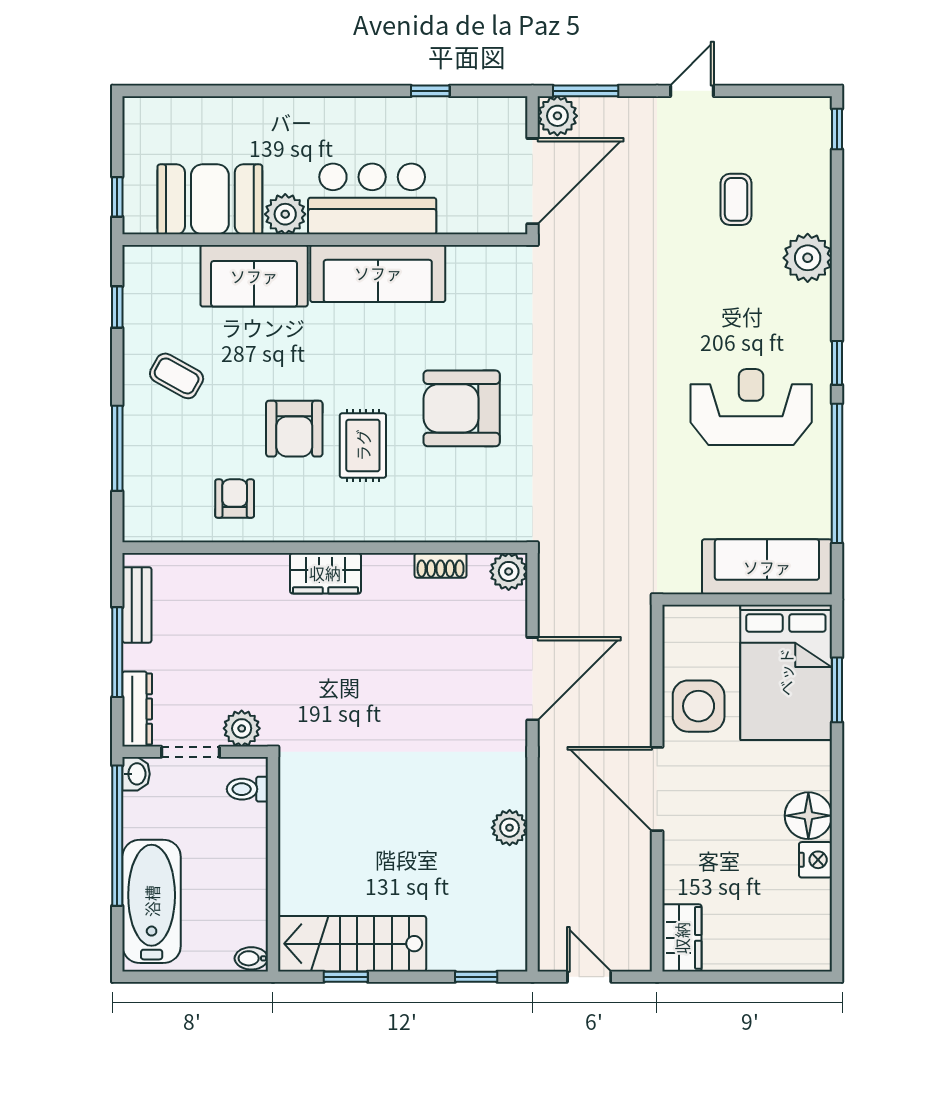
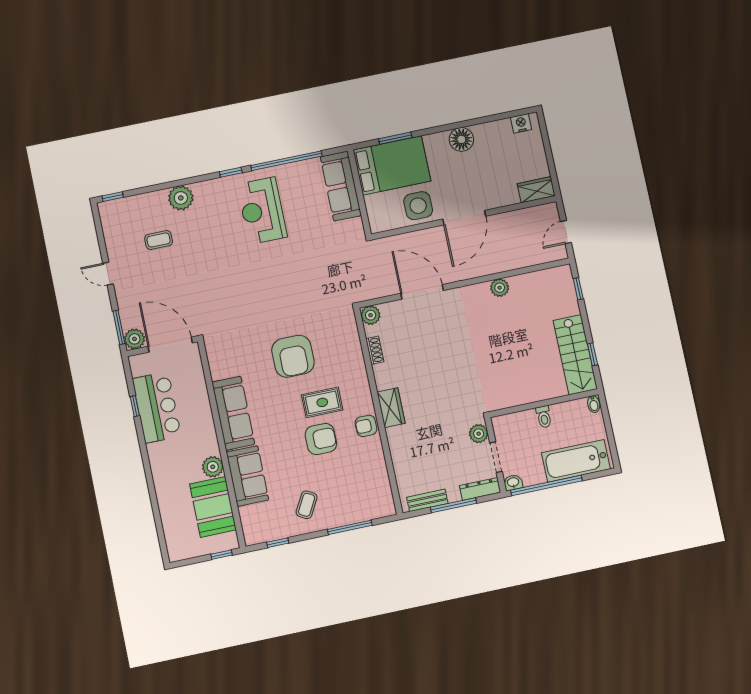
bar counter: (372, 199) -> (157, 407), moved, turned 180
armchair: (235, 499) -> (366, 426), moved
toilet: (247, 789) -> (544, 417), moved
nightstand: (815, 860) -> (521, 123), moved

